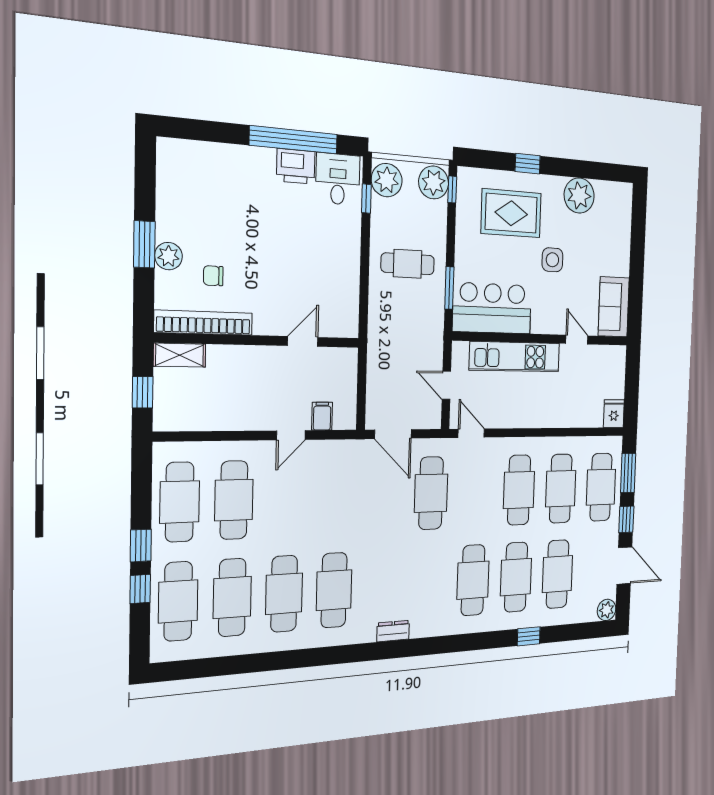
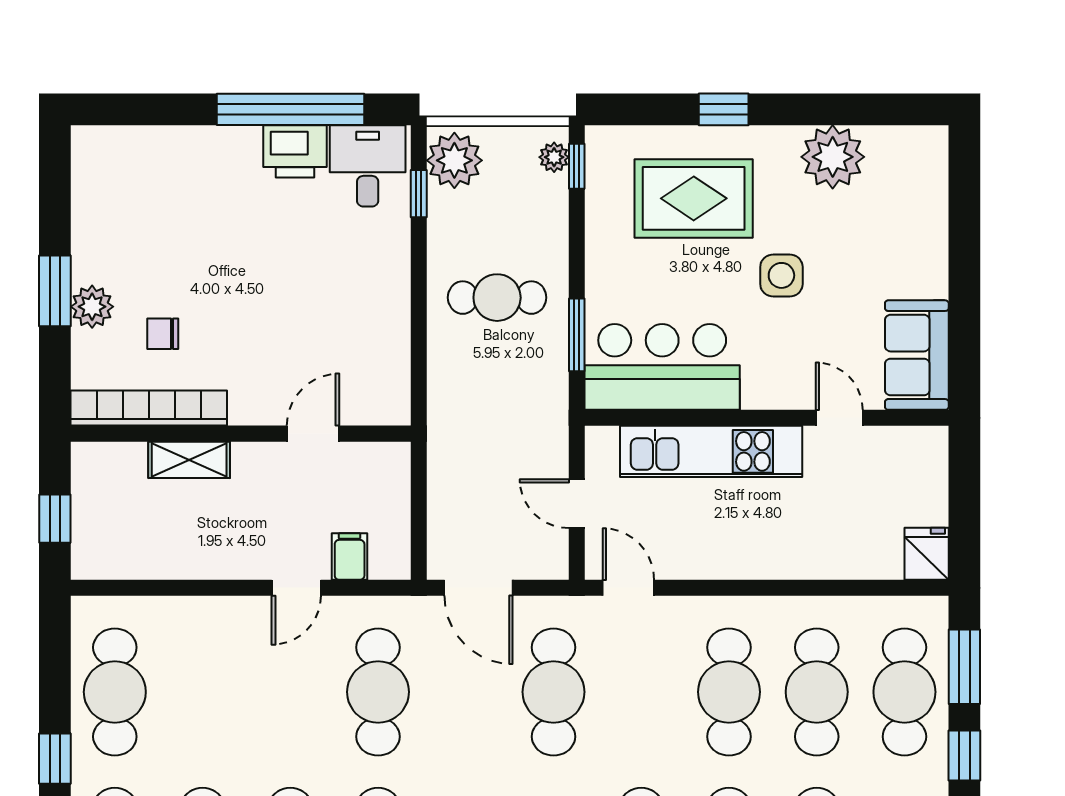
plant: (434, 182) -> (554, 157), width x0.53, depth x0.53
shelving: (180, 355) -> (189, 460), moved
cafe table: (234, 500) -> (378, 692), moved

